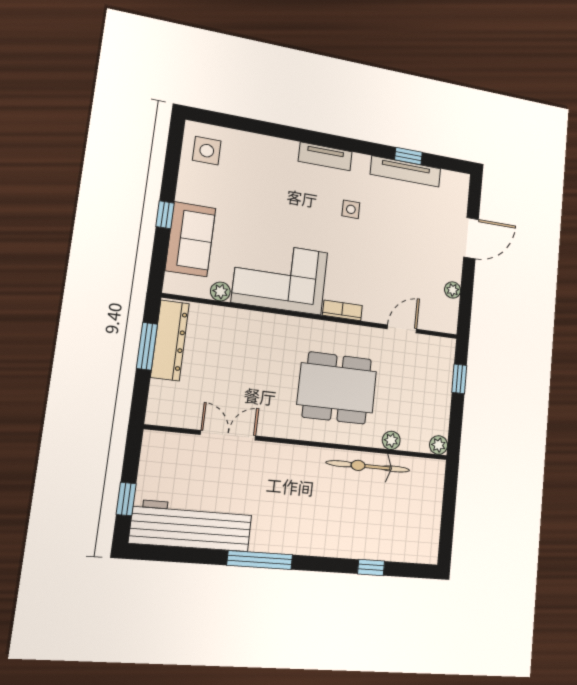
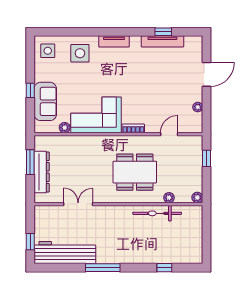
side table: (351, 209) -> (80, 53), moved, width x1.87, depth x1.87
dresser: (170, 340) -> (42, 172), moved

